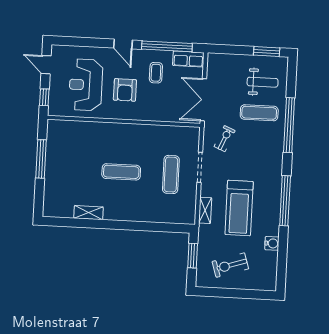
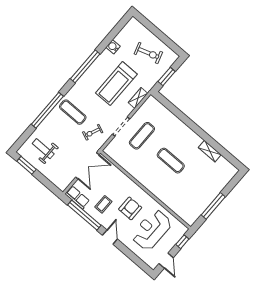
reception desk: (86, 85) -> (152, 230), turned 180
exercise mat: (259, 113) -> (73, 112), moved
treadmill: (239, 208) -> (116, 84), turned 180

